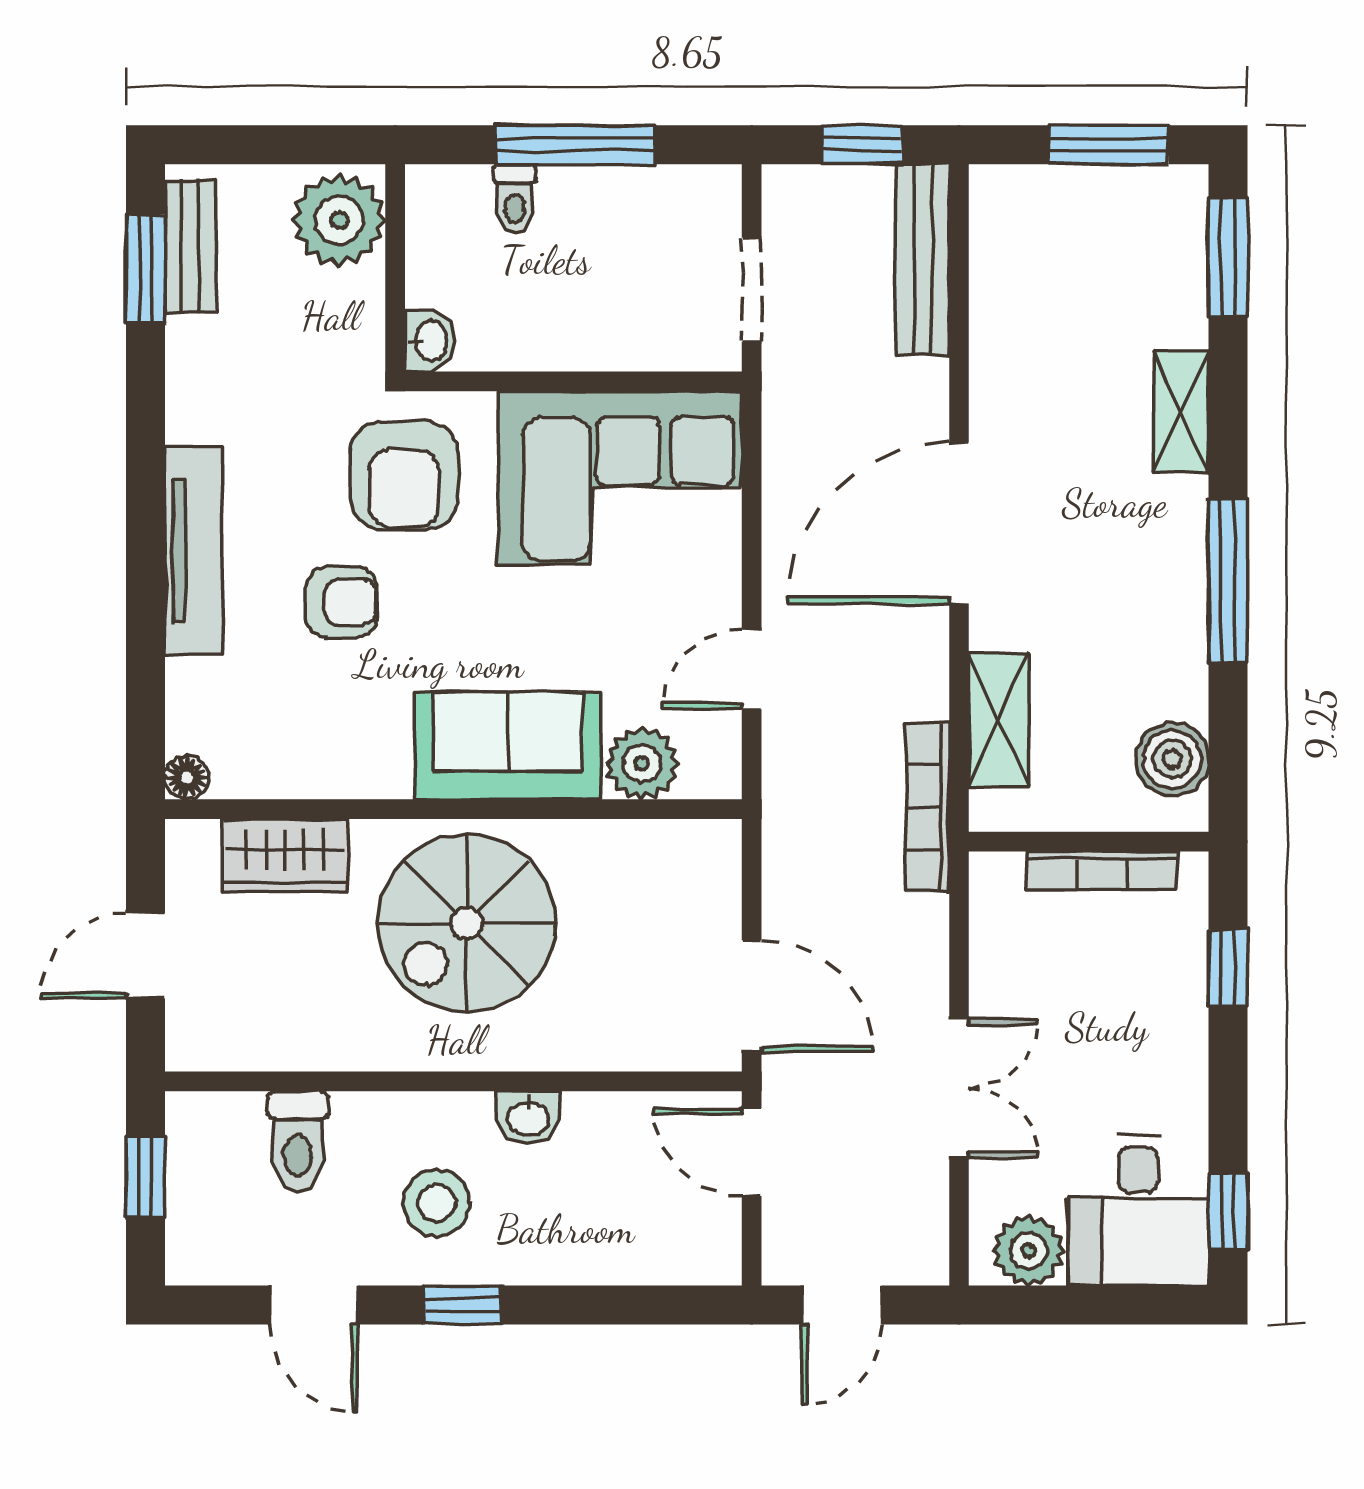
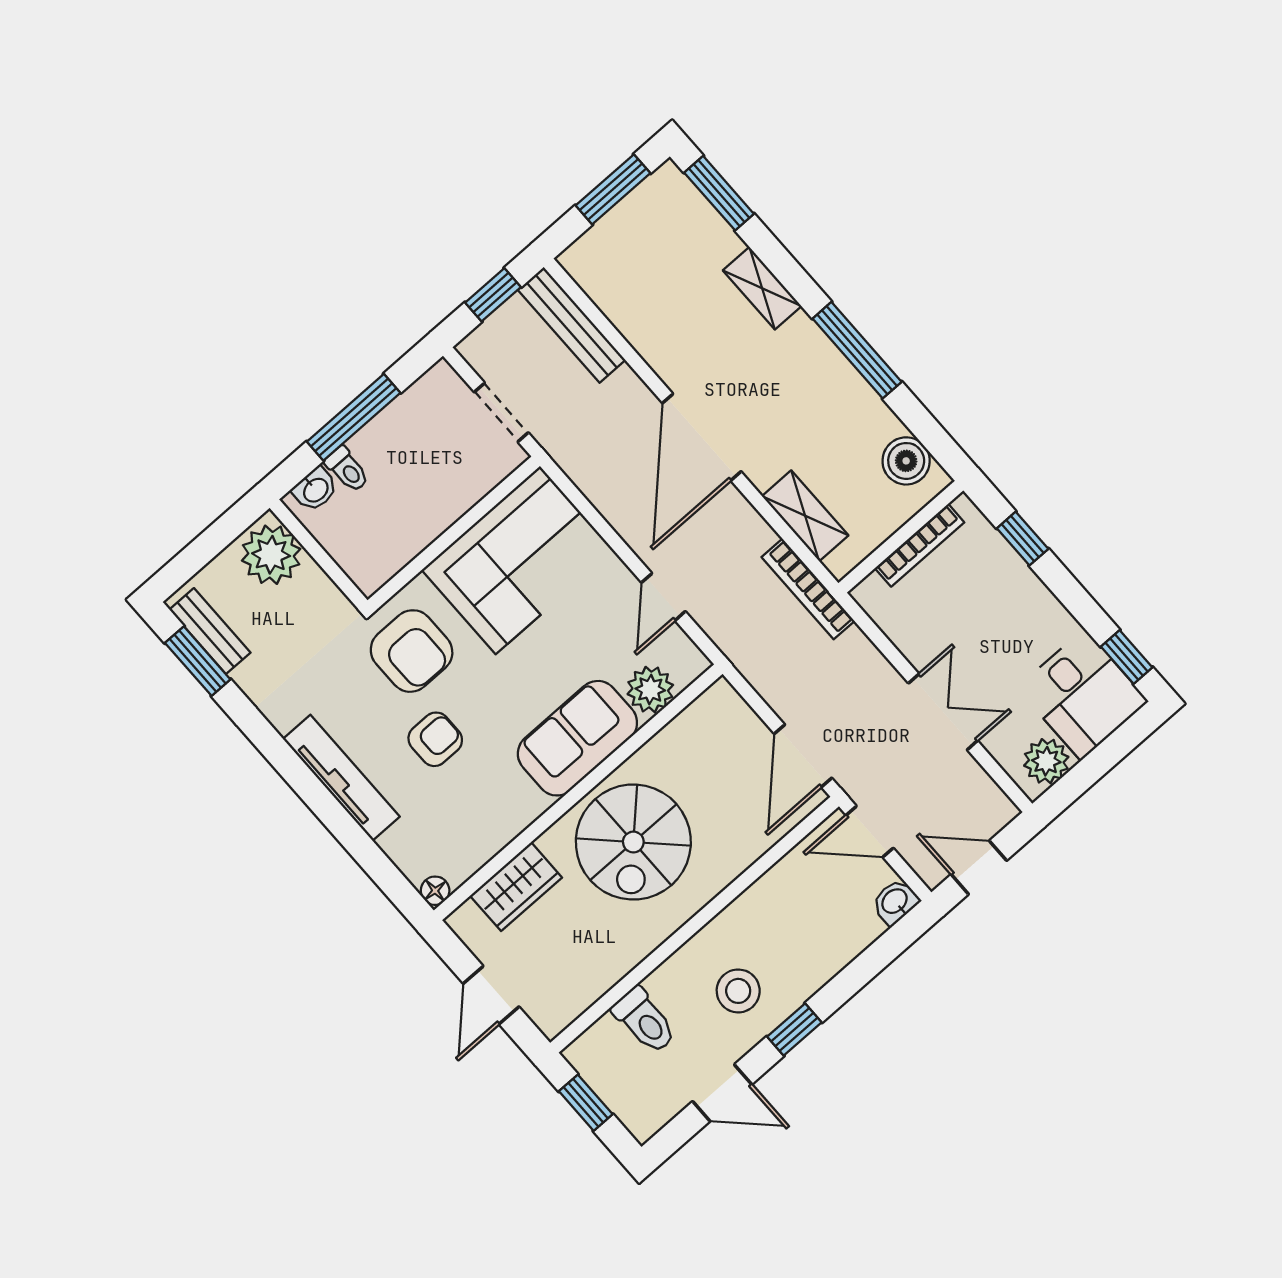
washbasin: (430, 341) -> (315, 489), moved, turned 90
door: (752, 996) -> (803, 756), swing flipped
washbasin: (528, 1117) -> (895, 902), moved, turned 180
door: (842, 1305) -> (979, 867), swing flipped

